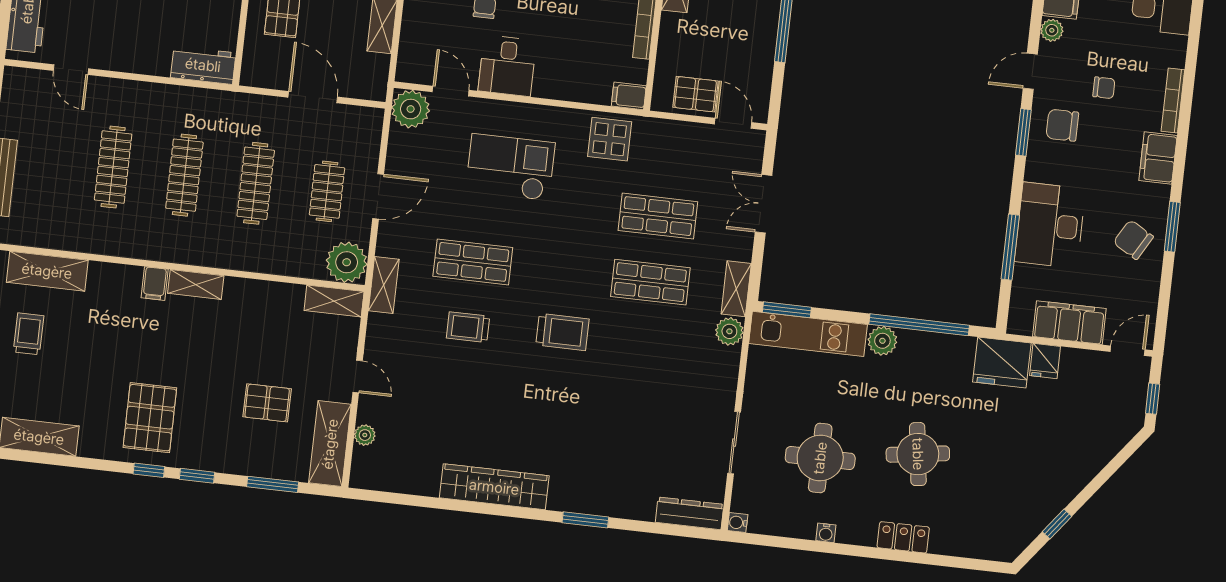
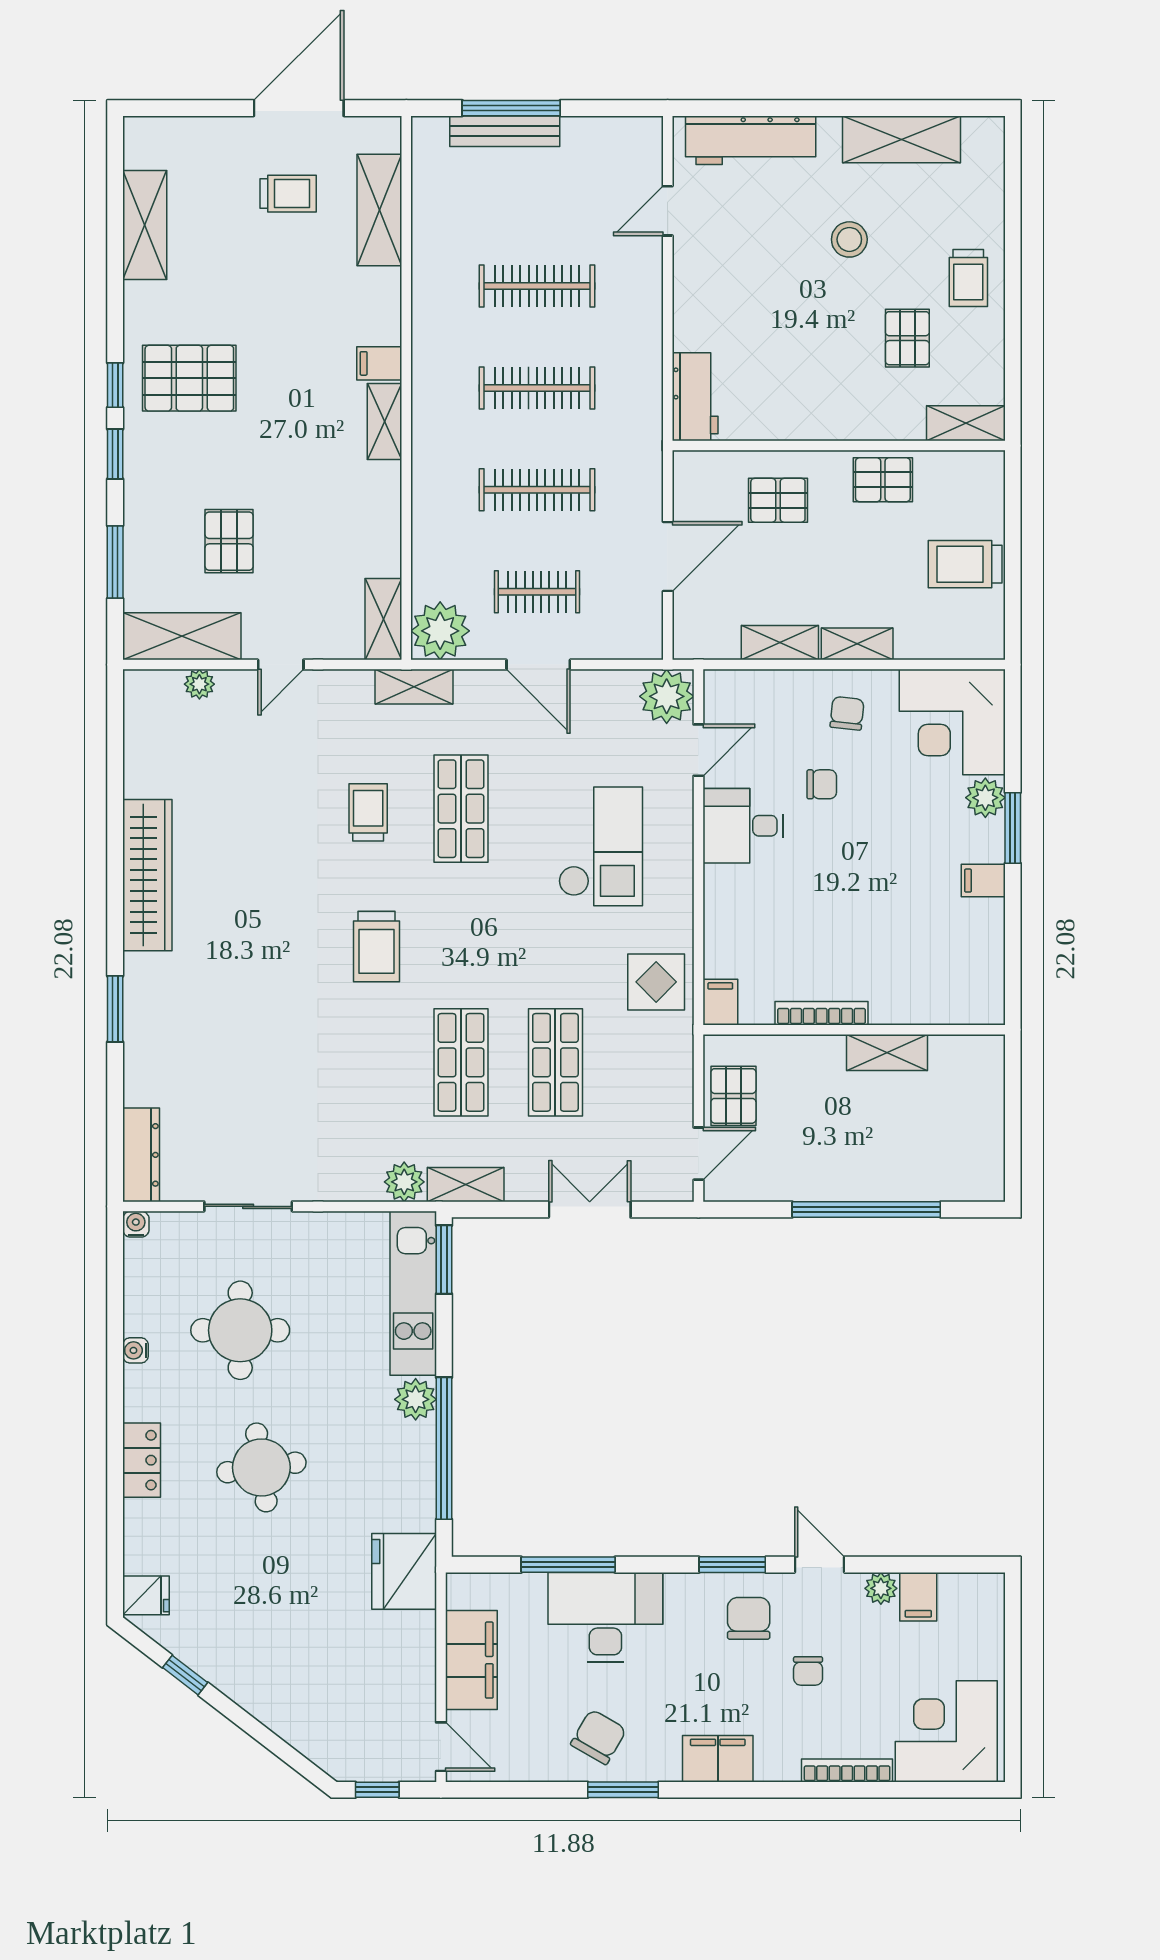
bookcase: (1173, 100) -> (847, 1770), moved
fridge: (1045, 361) -> (146, 1595), moved, turned 180

